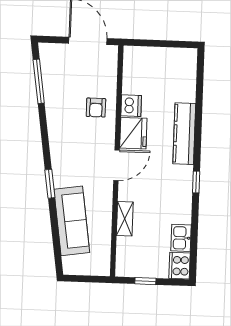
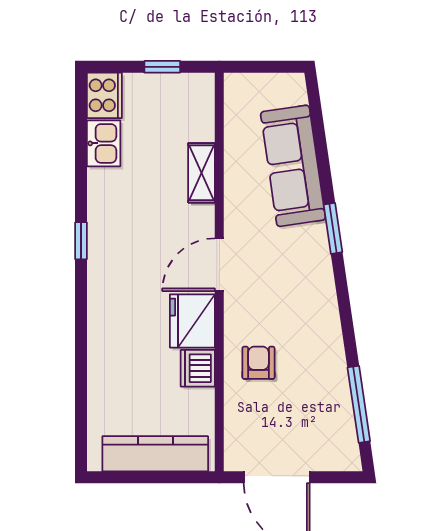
kitchen counter: (184, 134) -> (155, 454), moved, turned -90

